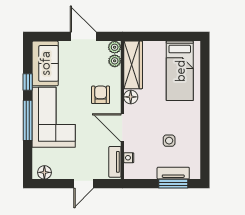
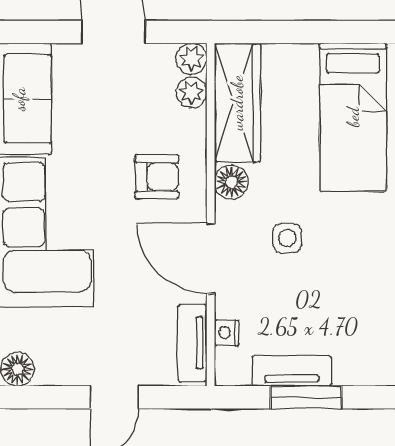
armchair: (101, 95) -> (157, 177), turned 90
side table: (169, 141) -> (287, 238), moved
tv unit: (173, 173) -> (292, 371), moved
window: (173, 184) -> (306, 397), moved

